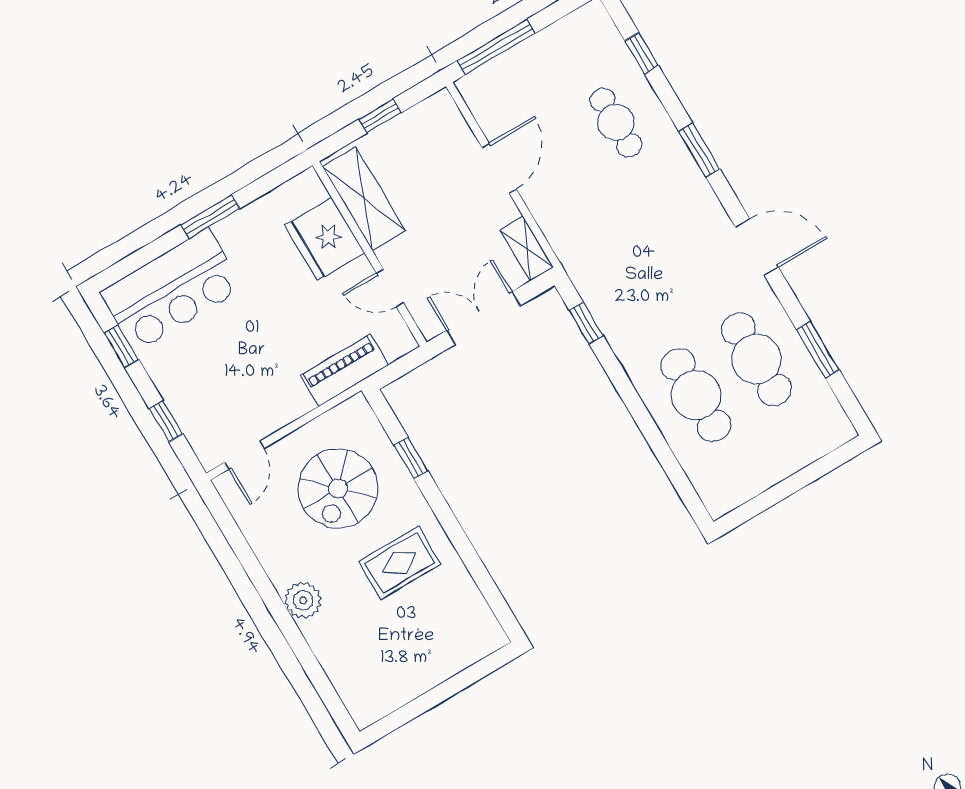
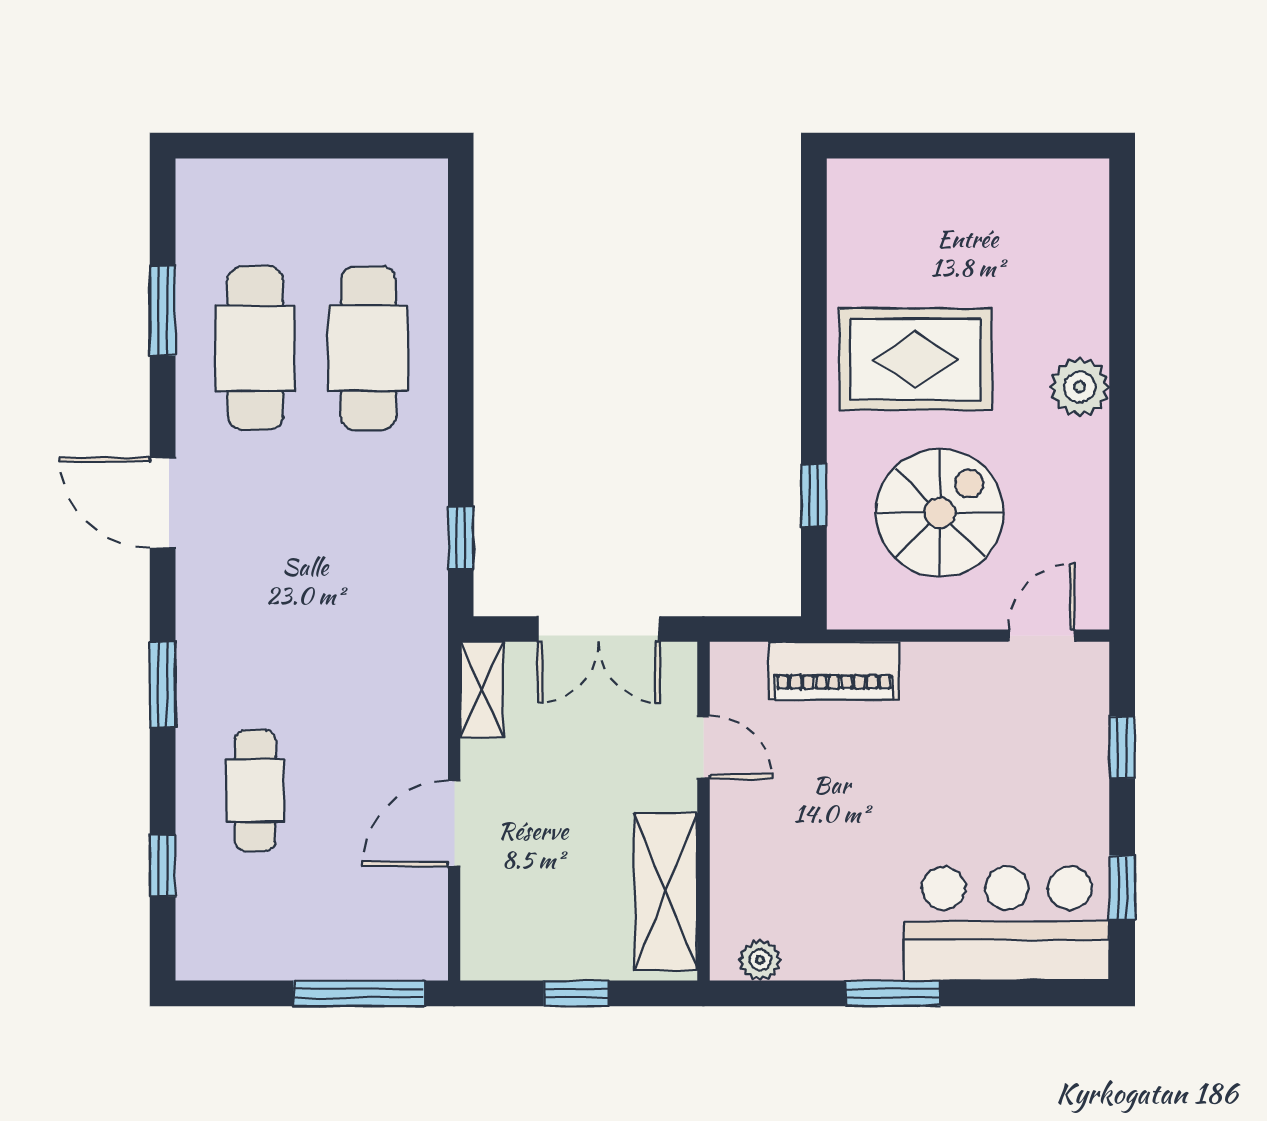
plant: (292, 192) -> (760, 960), added
fridge: (325, 239) -> (754, 869), removed
rug: (400, 563) -> (915, 359), width x1.36, depth x1.43

